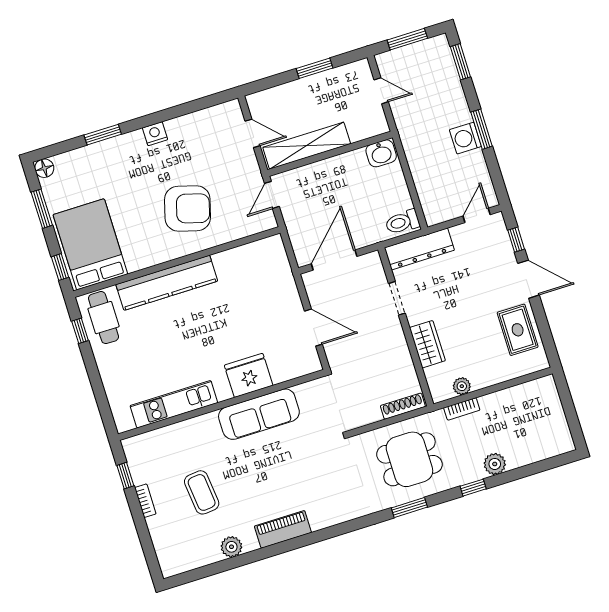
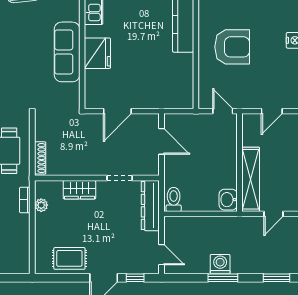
shelving: (307, 146) -> (251, 179), moved
armchair: (188, 208) -> (232, 47), turned -106
door: (334, 260) -> (162, 141), width x0.73

